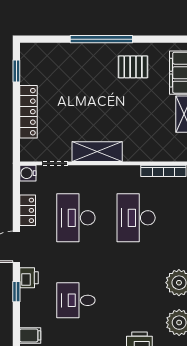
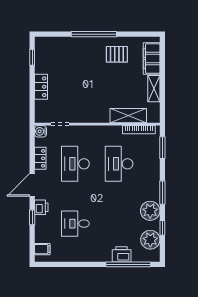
locker: (28, 112) -> (41, 87), width x0.66
shelving: (97, 152) -> (128, 116), moved

